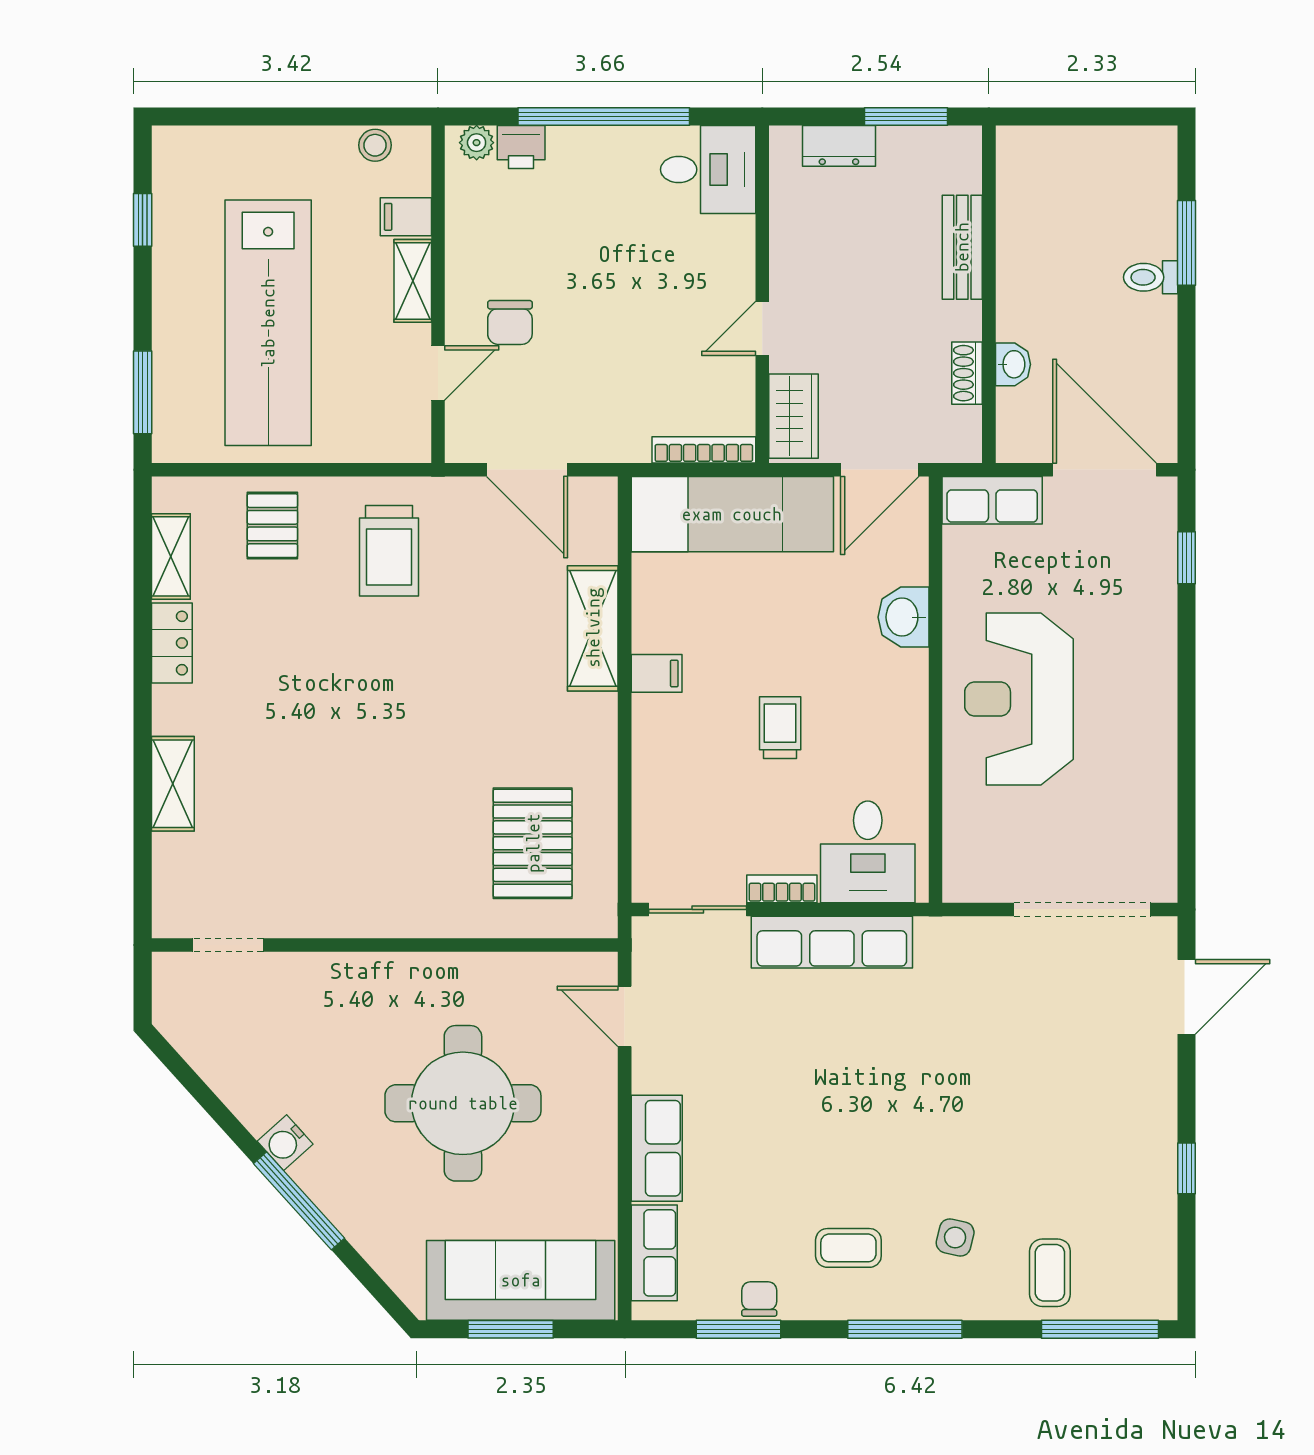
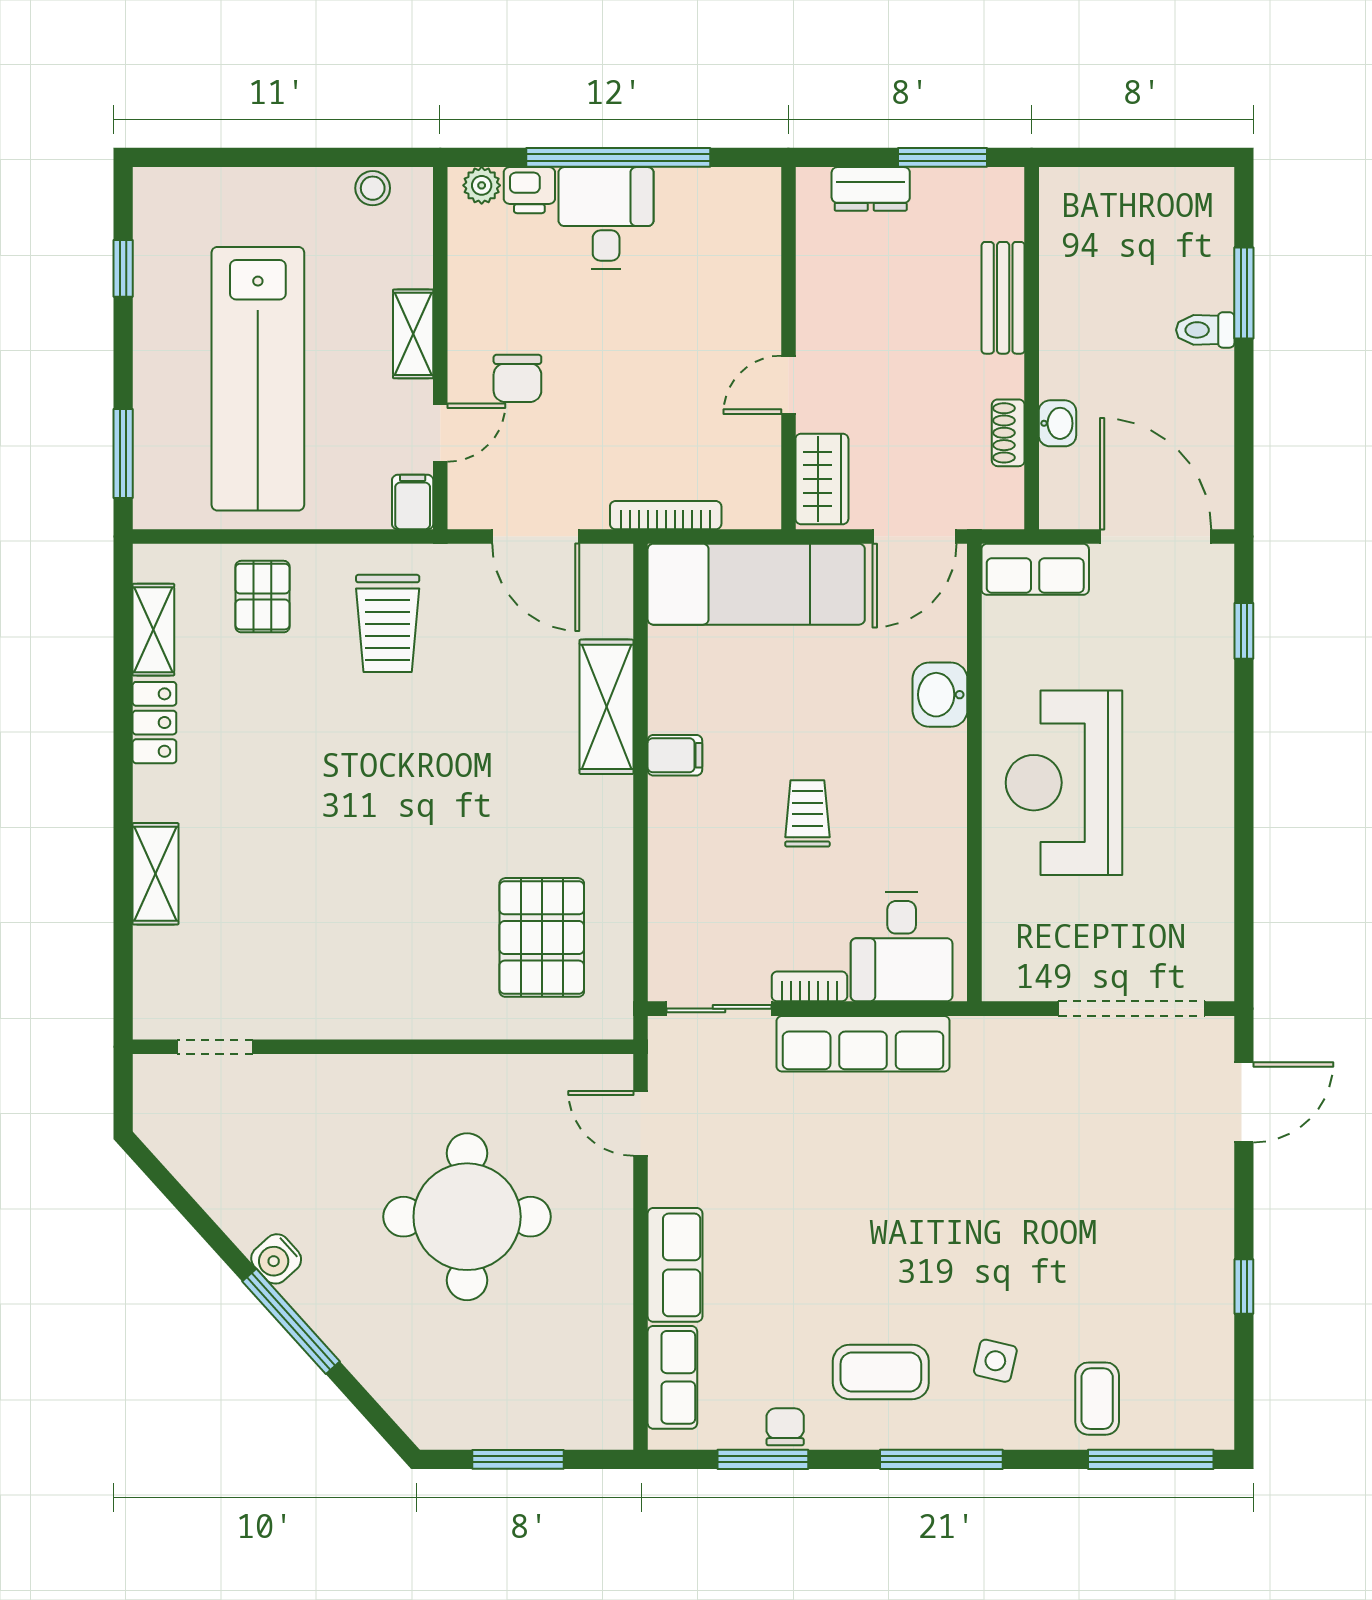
desk: (708, 170) -> (606, 218), moved, turned -90
filing cabinet: (406, 217) -> (413, 502), moved, turned 90
bookcase: (704, 450) -> (666, 515), moved
coffee table: (848, 1248) -> (881, 1372), width x1.36, depth x1.30
sofa: (521, 1280) -> (529, 1407), removed

